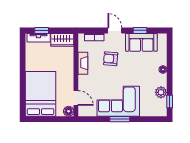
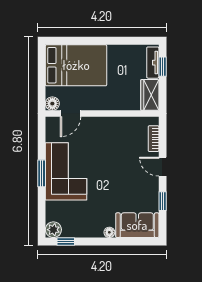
door: (115, 30) -> (163, 167), swing flipped
sofa: (141, 42) -> (137, 225), moved, turned 90
armchair: (111, 59) -> (124, 161), removed
fireplace: (83, 63) -> (118, 123), removed
plant: (161, 92) -> (53, 230), moved

